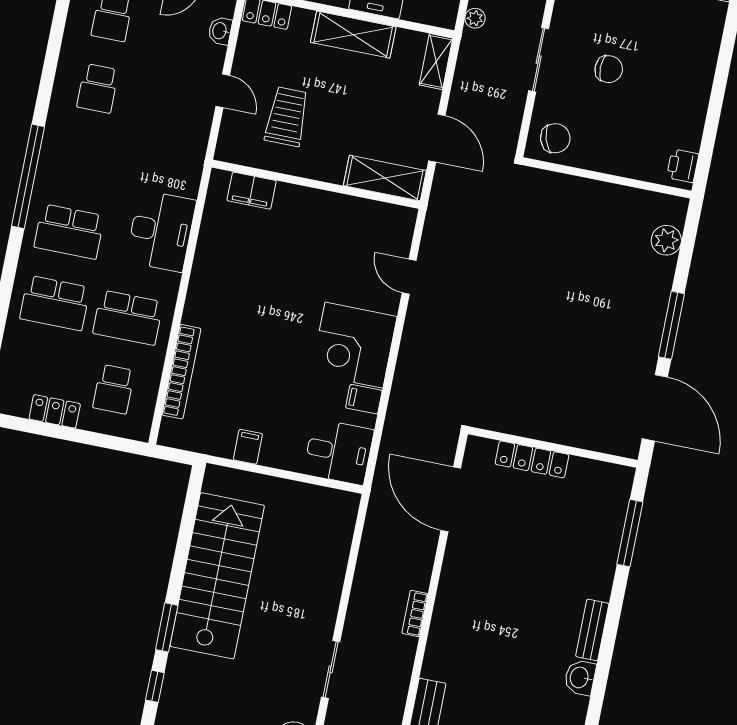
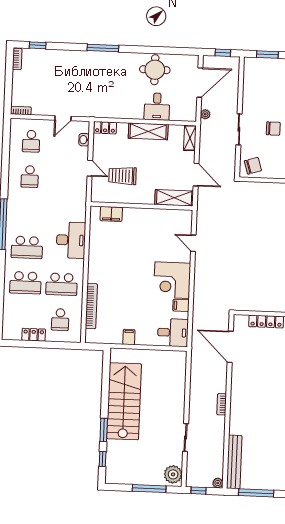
trolley: (287, 117) -> (123, 176), turned -90

